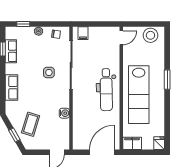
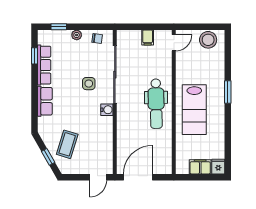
filing cabinet: (83, 33) -> (148, 37), moved
row of seats: (11, 51) -> (44, 65), width x1.48
lab bench: (139, 95) -> (194, 110), width x0.73
water cooler: (64, 113) -> (107, 110), moved
filing cabinet: (132, 143) -> (200, 167), moved
door: (102, 152) -> (138, 177), moved

